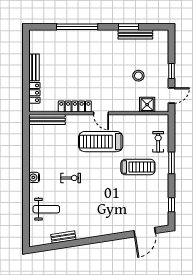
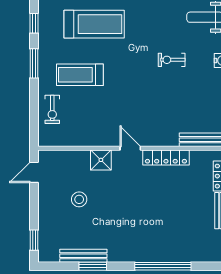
window: (172, 71) -> (34, 240), moved
shower: (147, 105) -> (101, 160), moved
treadmill: (101, 142) -> (94, 24), moved
window: (172, 163) -> (34, 63), moved

